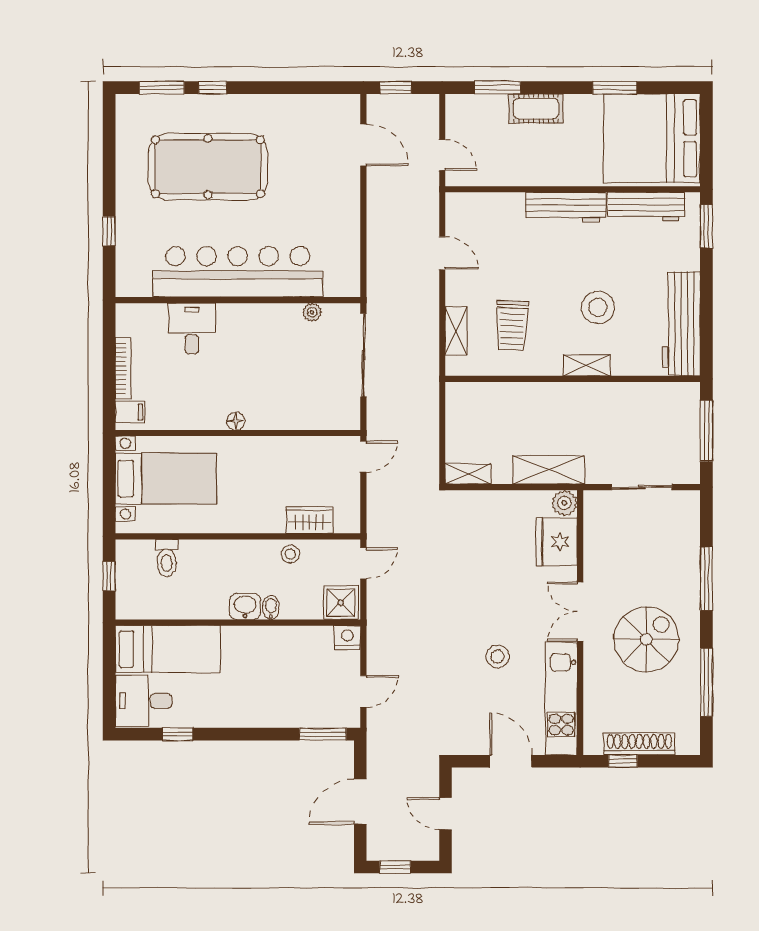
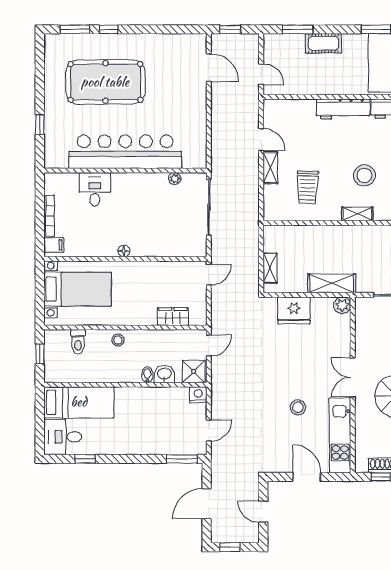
shelving: (456, 331) -> (270, 168), moved
shelving: (468, 474) -> (270, 268), moved, turned 90
fridge: (557, 542) -> (294, 310), moved, turned -90
stool: (290, 554) -> (118, 340), moved
washbasin: (245, 606) -> (164, 374), moved

